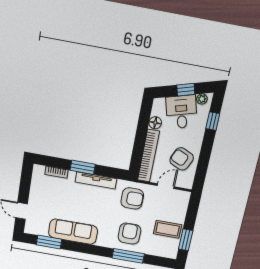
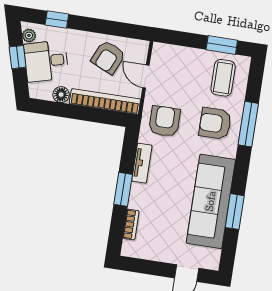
tv unit: (96, 180) -> (142, 163), width x0.71
coffee table: (168, 229) -> (223, 78), moved
sofa: (73, 232) -> (211, 201), width x1.36, depth x1.27
window: (49, 242) -> (235, 212), moved

